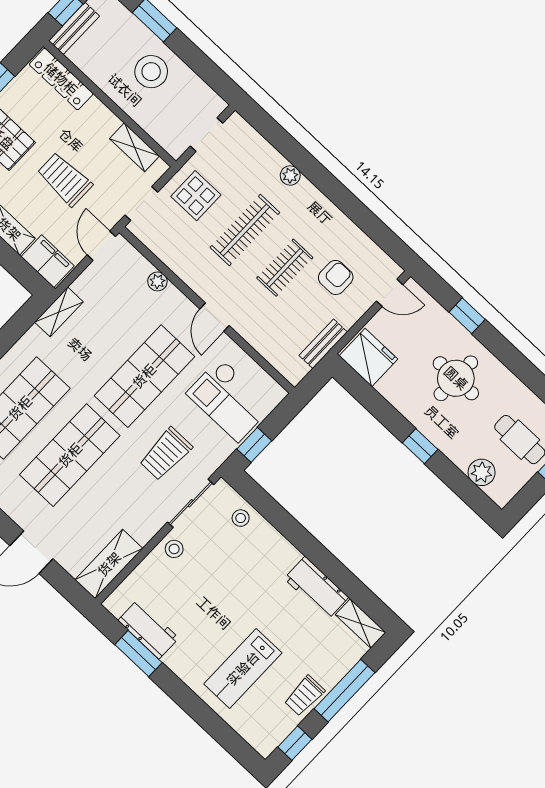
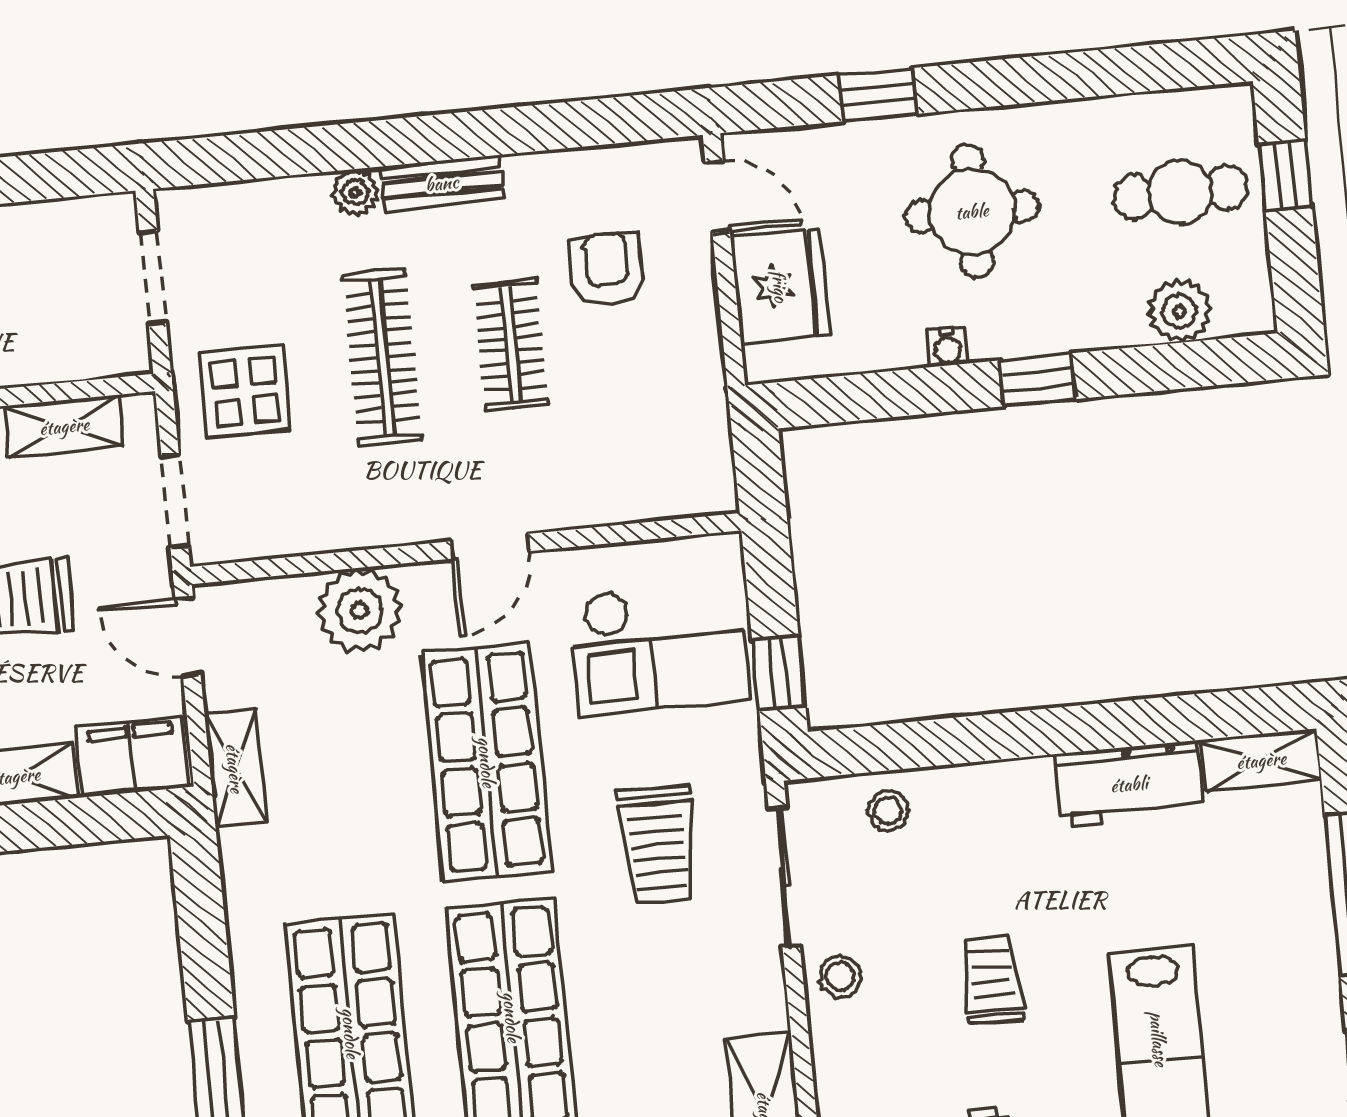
plant: (157, 281) -> (360, 610), width x1.87, depth x1.87
door: (390, 293) -> (718, 197), hinge flipped
shelving: (59, 312) -> (235, 768), moved
door: (215, 317) -> (490, 546), hinge flipped
bench: (323, 344) -> (442, 183), moved, turned 90
fridge: (368, 357) -> (780, 286), moved, turned 90
water cooler: (405, 408) -> (947, 347), added
trolley: (305, 696) -> (992, 980), moved, turned 180

